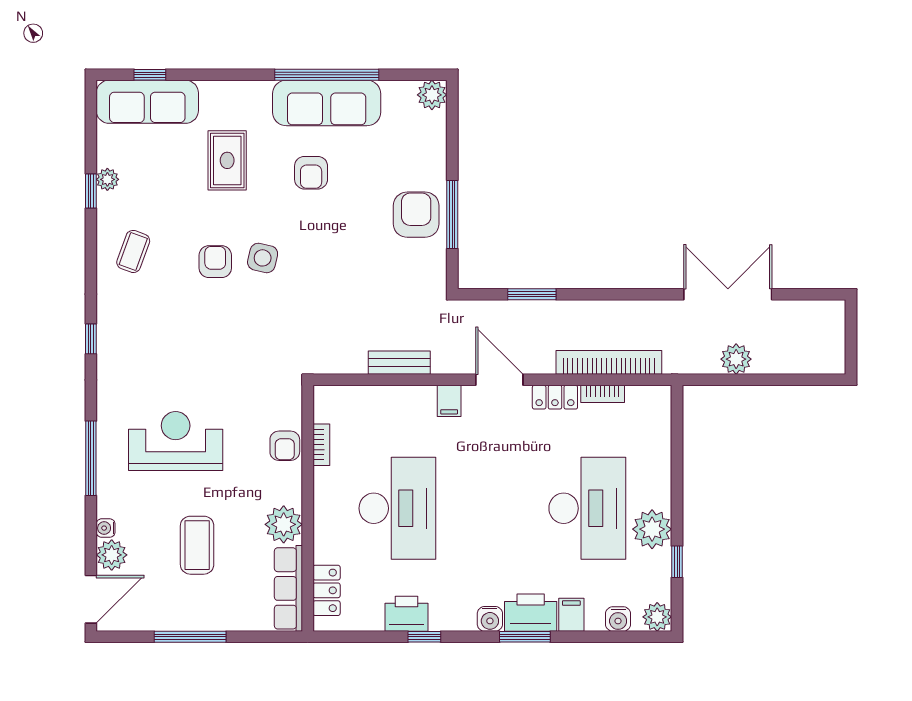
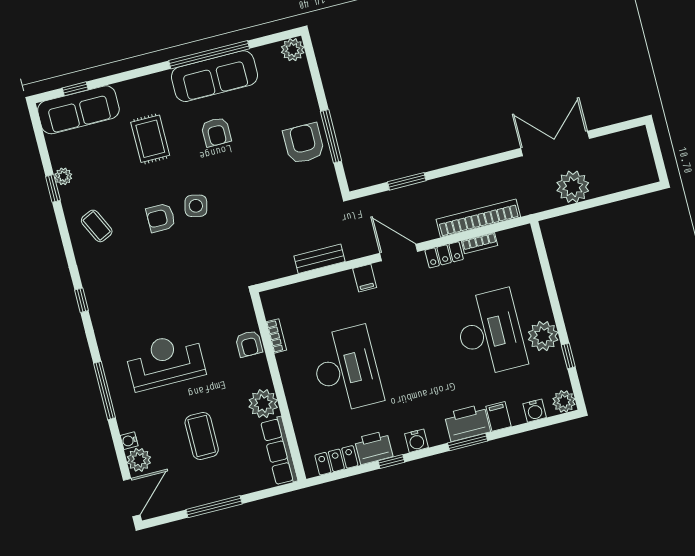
coffee table: (133, 251) -> (97, 226), turned -46
armchair: (215, 262) -> (161, 218), turned -90
plant: (736, 359) -> (573, 187), width x1.36, depth x1.36
locker: (327, 590) -> (336, 460), moved, turned -90
water cooler: (490, 619) -> (416, 441), moved

